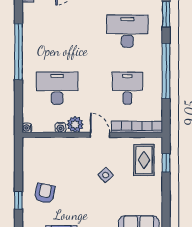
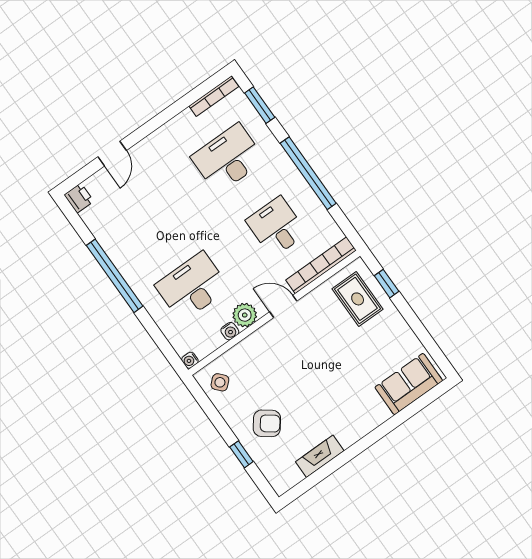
side table: (106, 175) -> (220, 382), moved
armchair: (45, 193) -> (267, 423), turned 116

